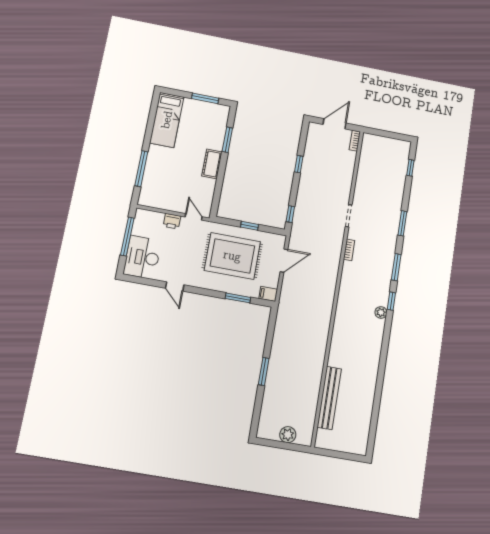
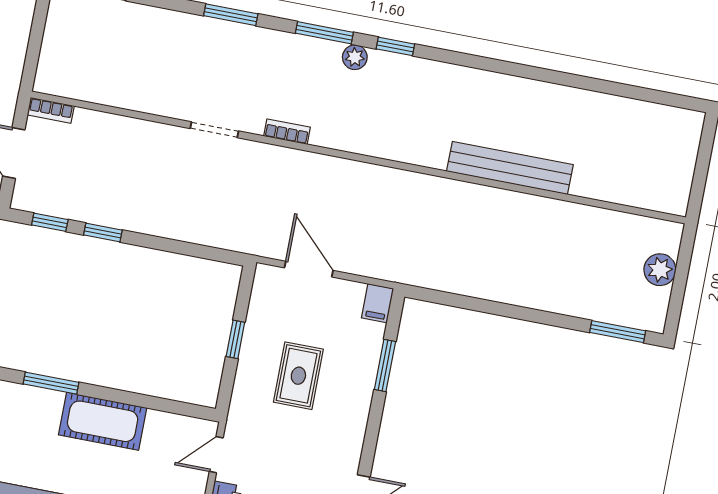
cot: (212, 164) -> (103, 421), width x1.37, depth x1.34
window: (290, 214) -> (50, 222), moved
rug: (232, 256) -> (298, 376), width x0.54, depth x0.49
plant: (381, 312) -> (355, 57), moved
window: (264, 371) -> (618, 332), moved
bench: (329, 398) -> (510, 168), moved

